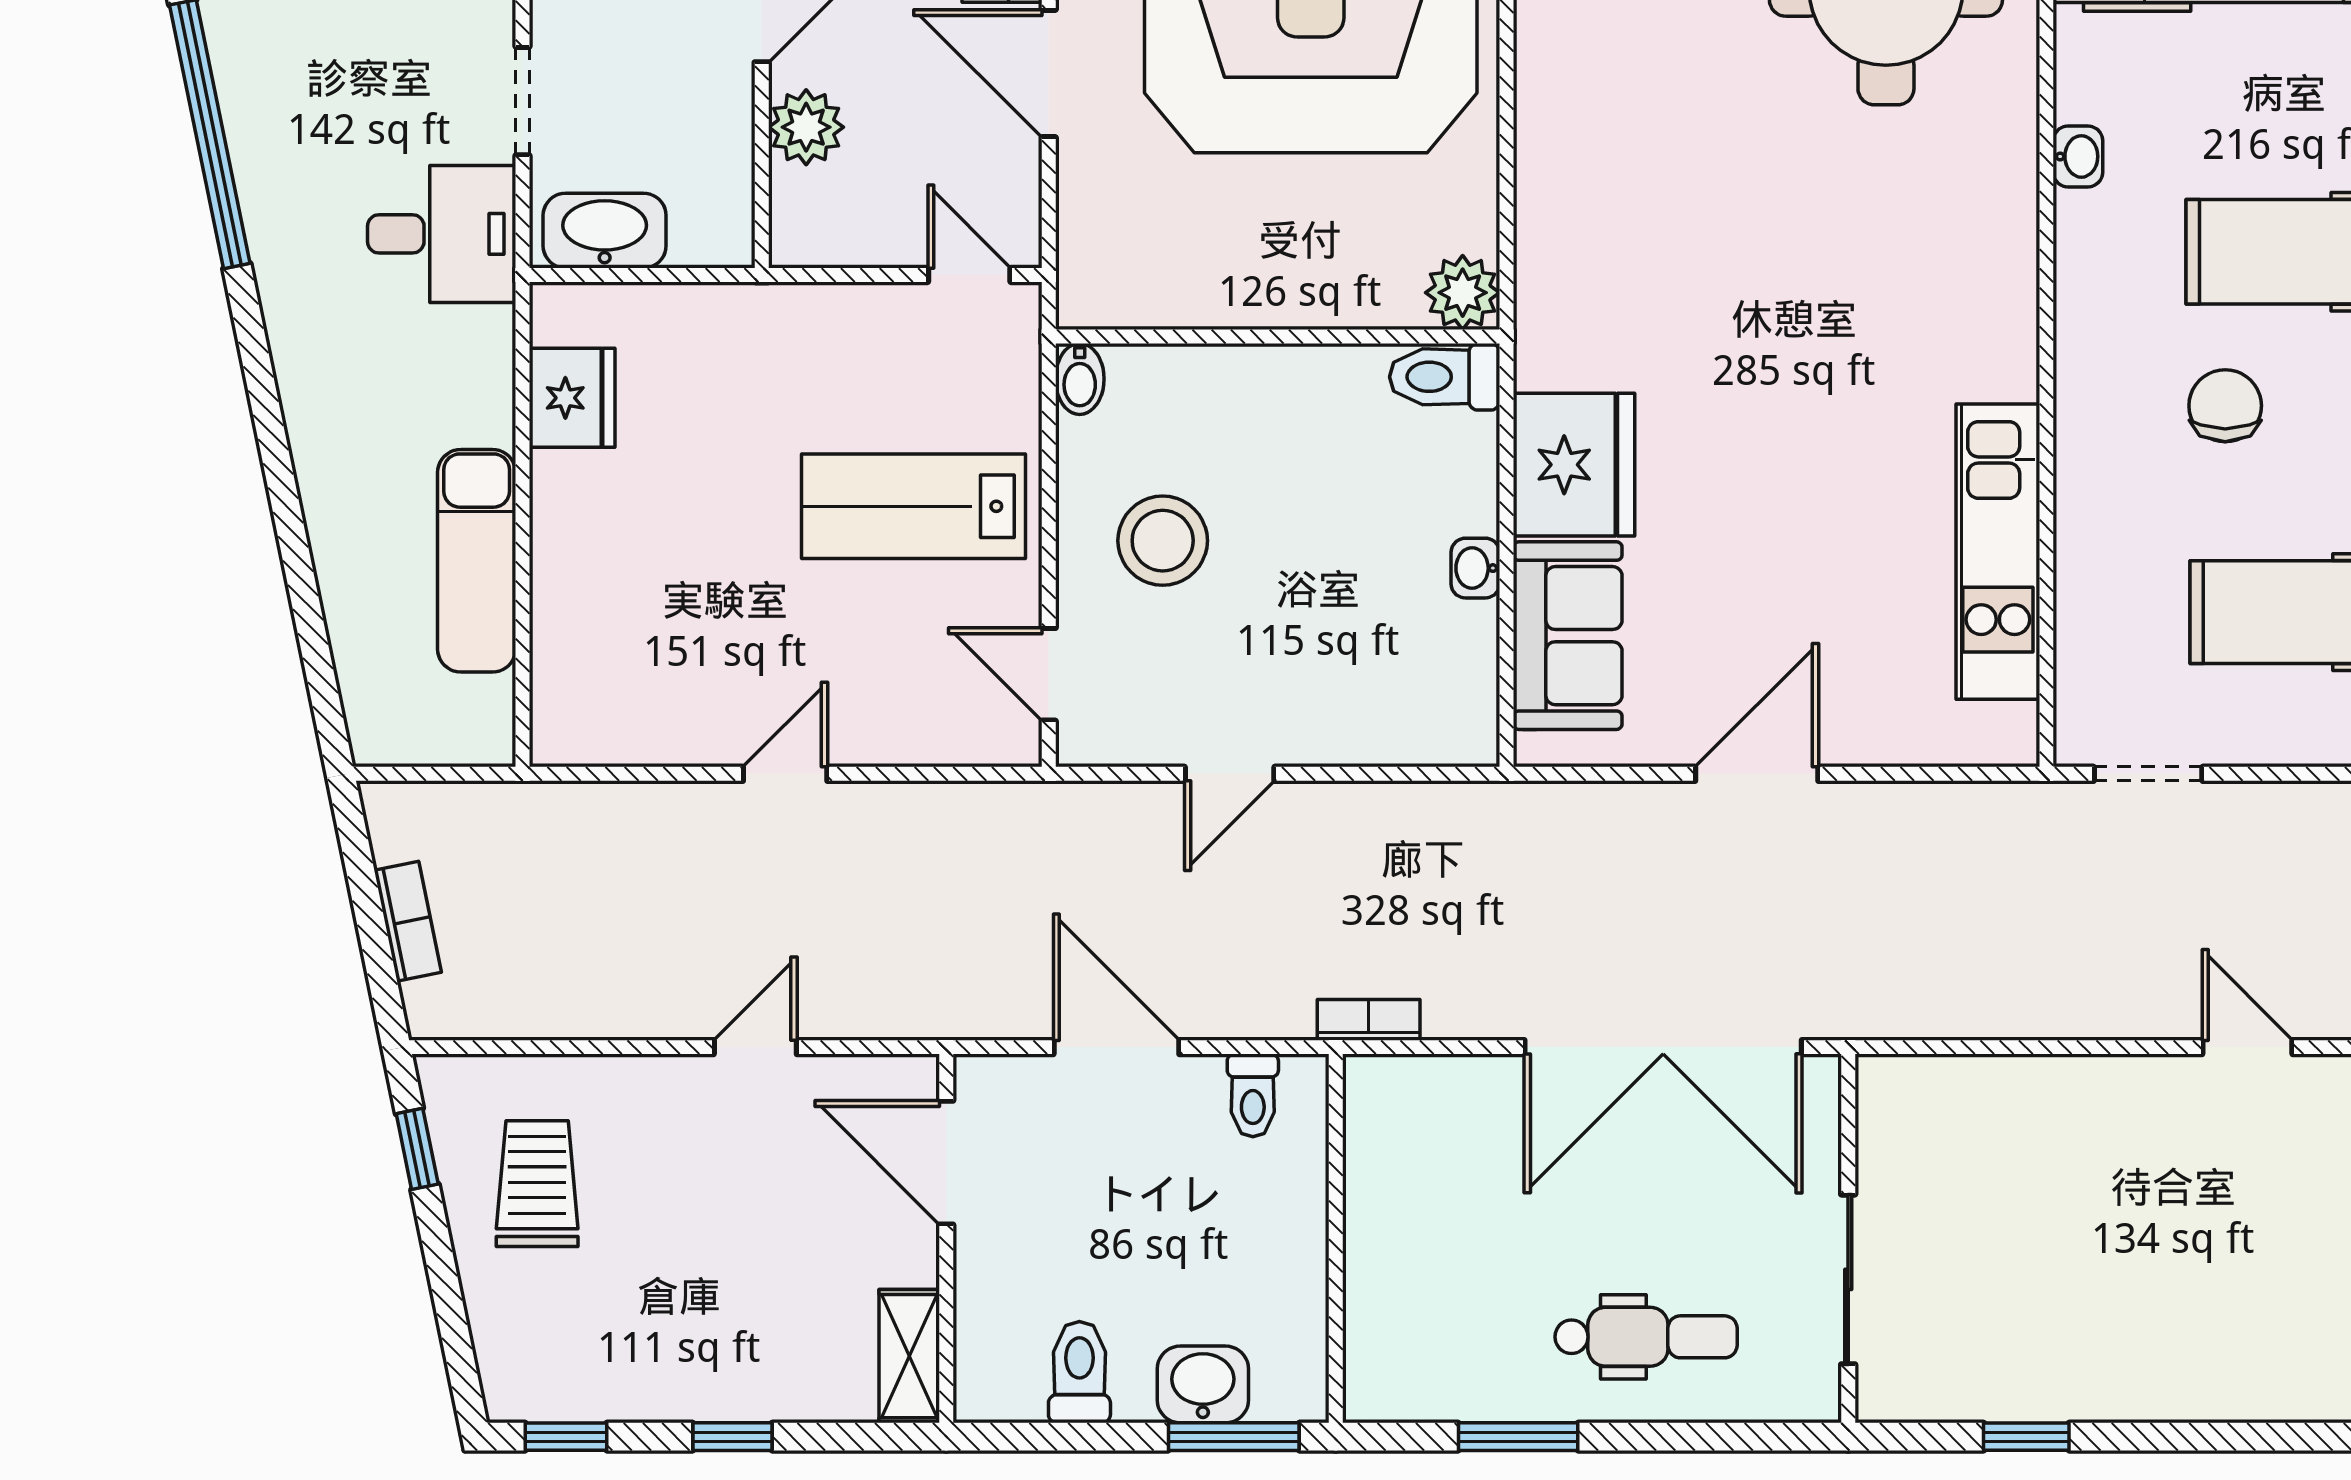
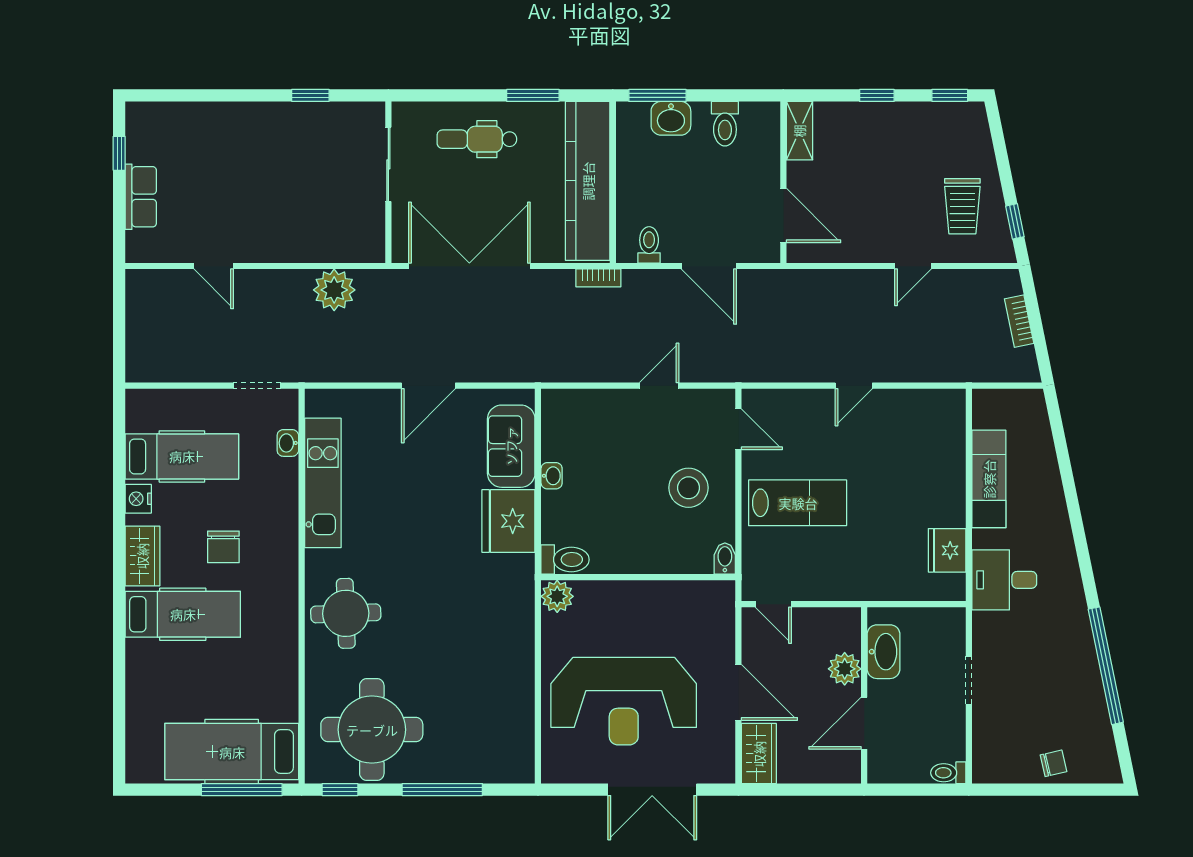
washbasin: (2078, 156) -> (288, 443), moved
washbasin: (605, 231) -> (884, 652), moved, turned -90
desk: (442, 234) -> (1004, 580), moved
round table: (1946, 254) -> (346, 613), added
plant: (1972, 993) -> (334, 290), added
door: (755, 1047) -> (913, 266), moved
kitchen counter: (1393, 1242) -> (588, 181), added

